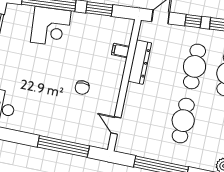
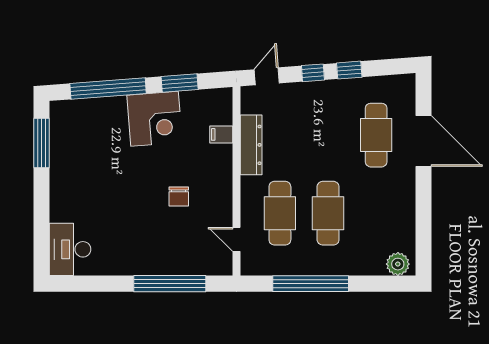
corner desk: (51, 27) -> (155, 119), moved
cafe table: (195, 66) -> (280, 213), moved

